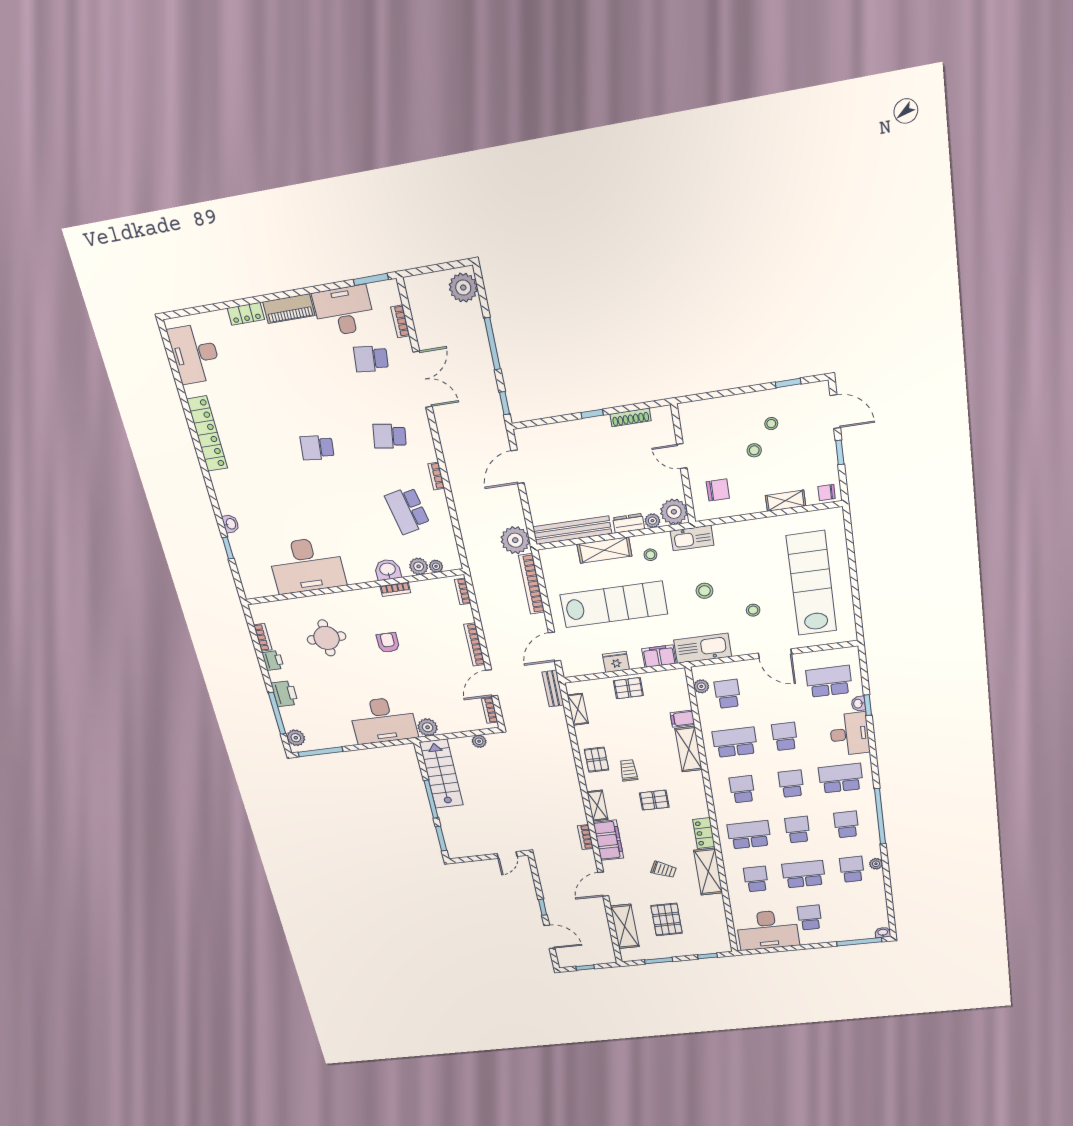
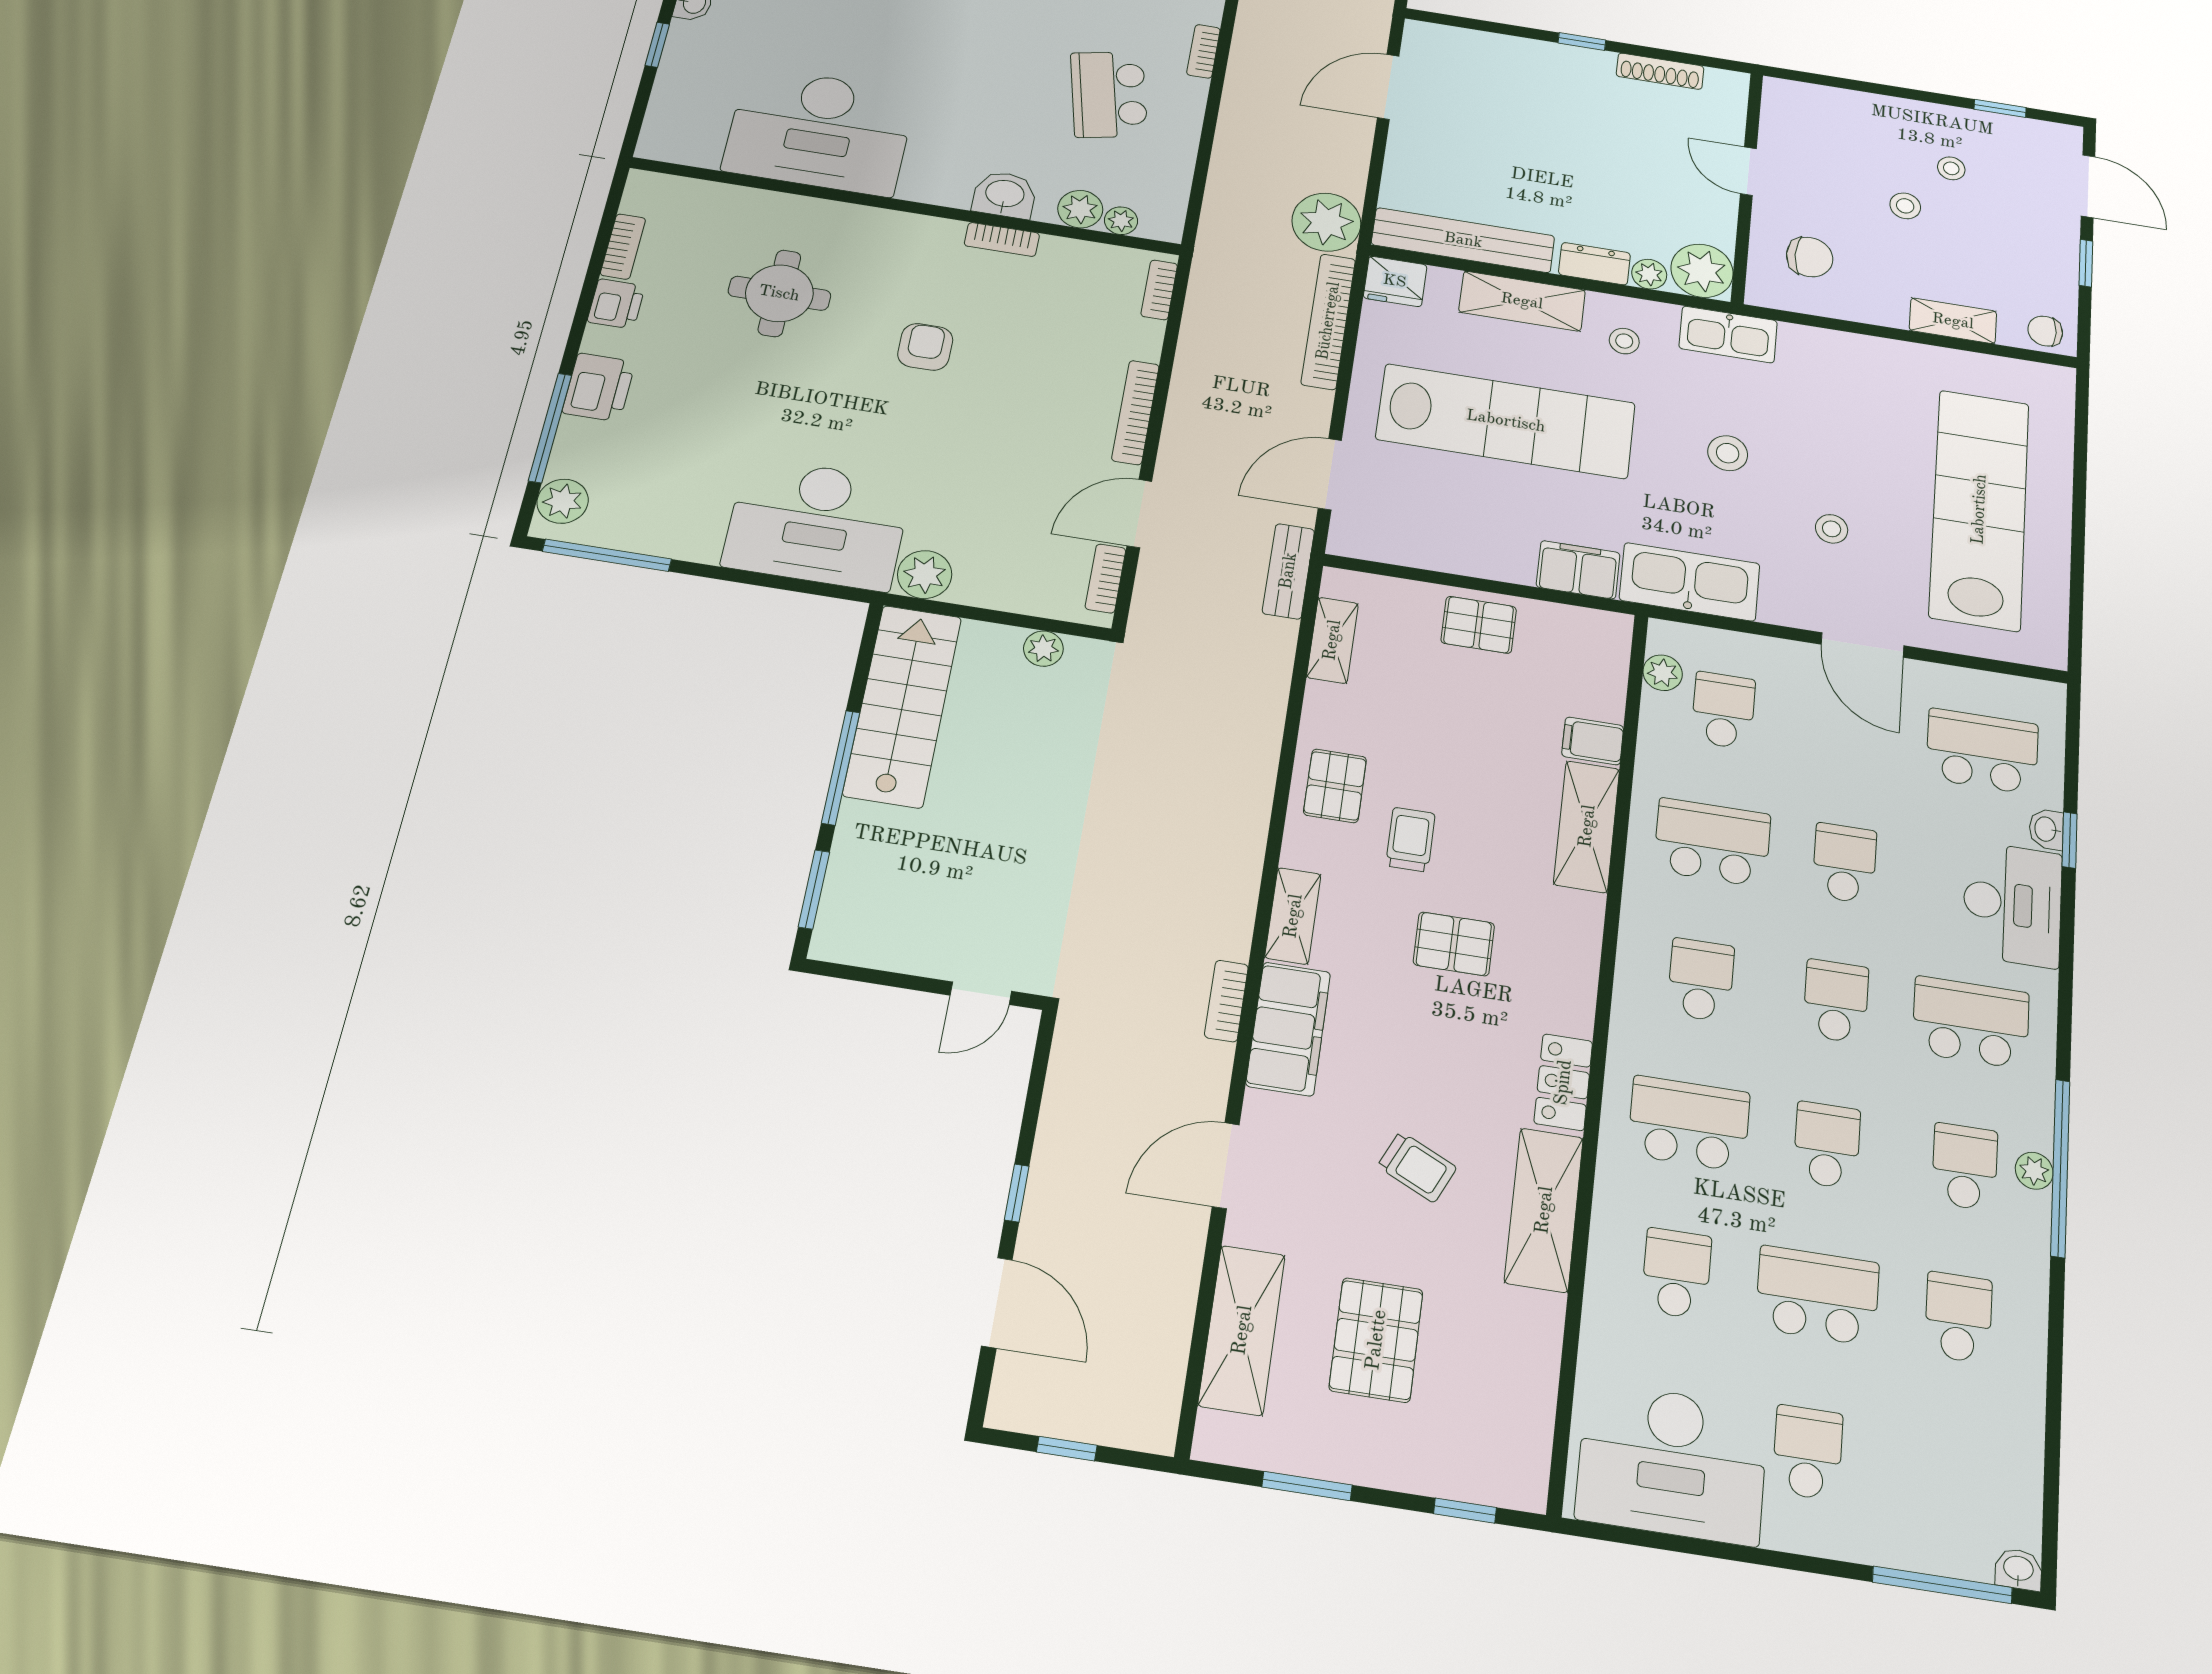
fridge: (616, 662) -> (1395, 281), moved, turned 180
plant: (876, 864) -> (2034, 1171), moved

